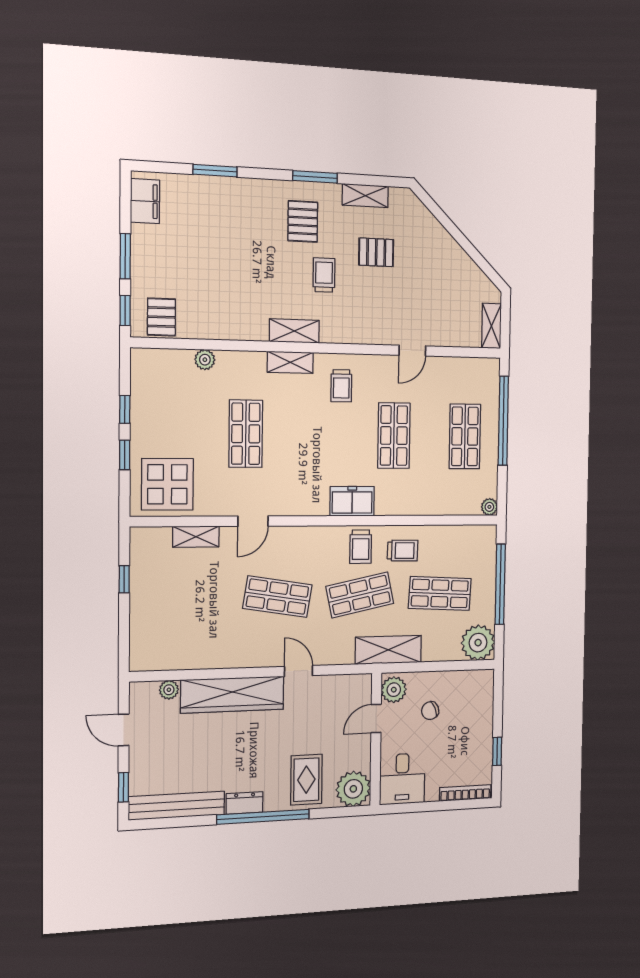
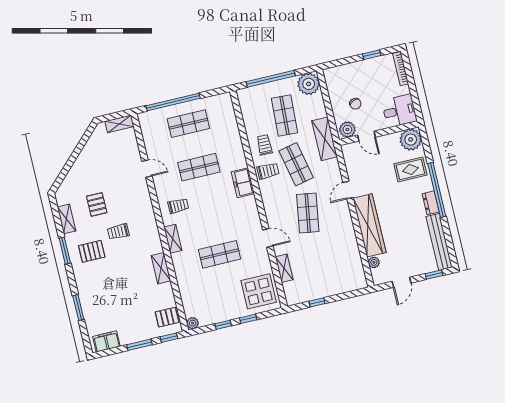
shelving: (294, 331) -> (161, 268), moved
plant: (205, 360) -> (193, 323), moved
plant: (489, 507) -> (226, 98), removed

